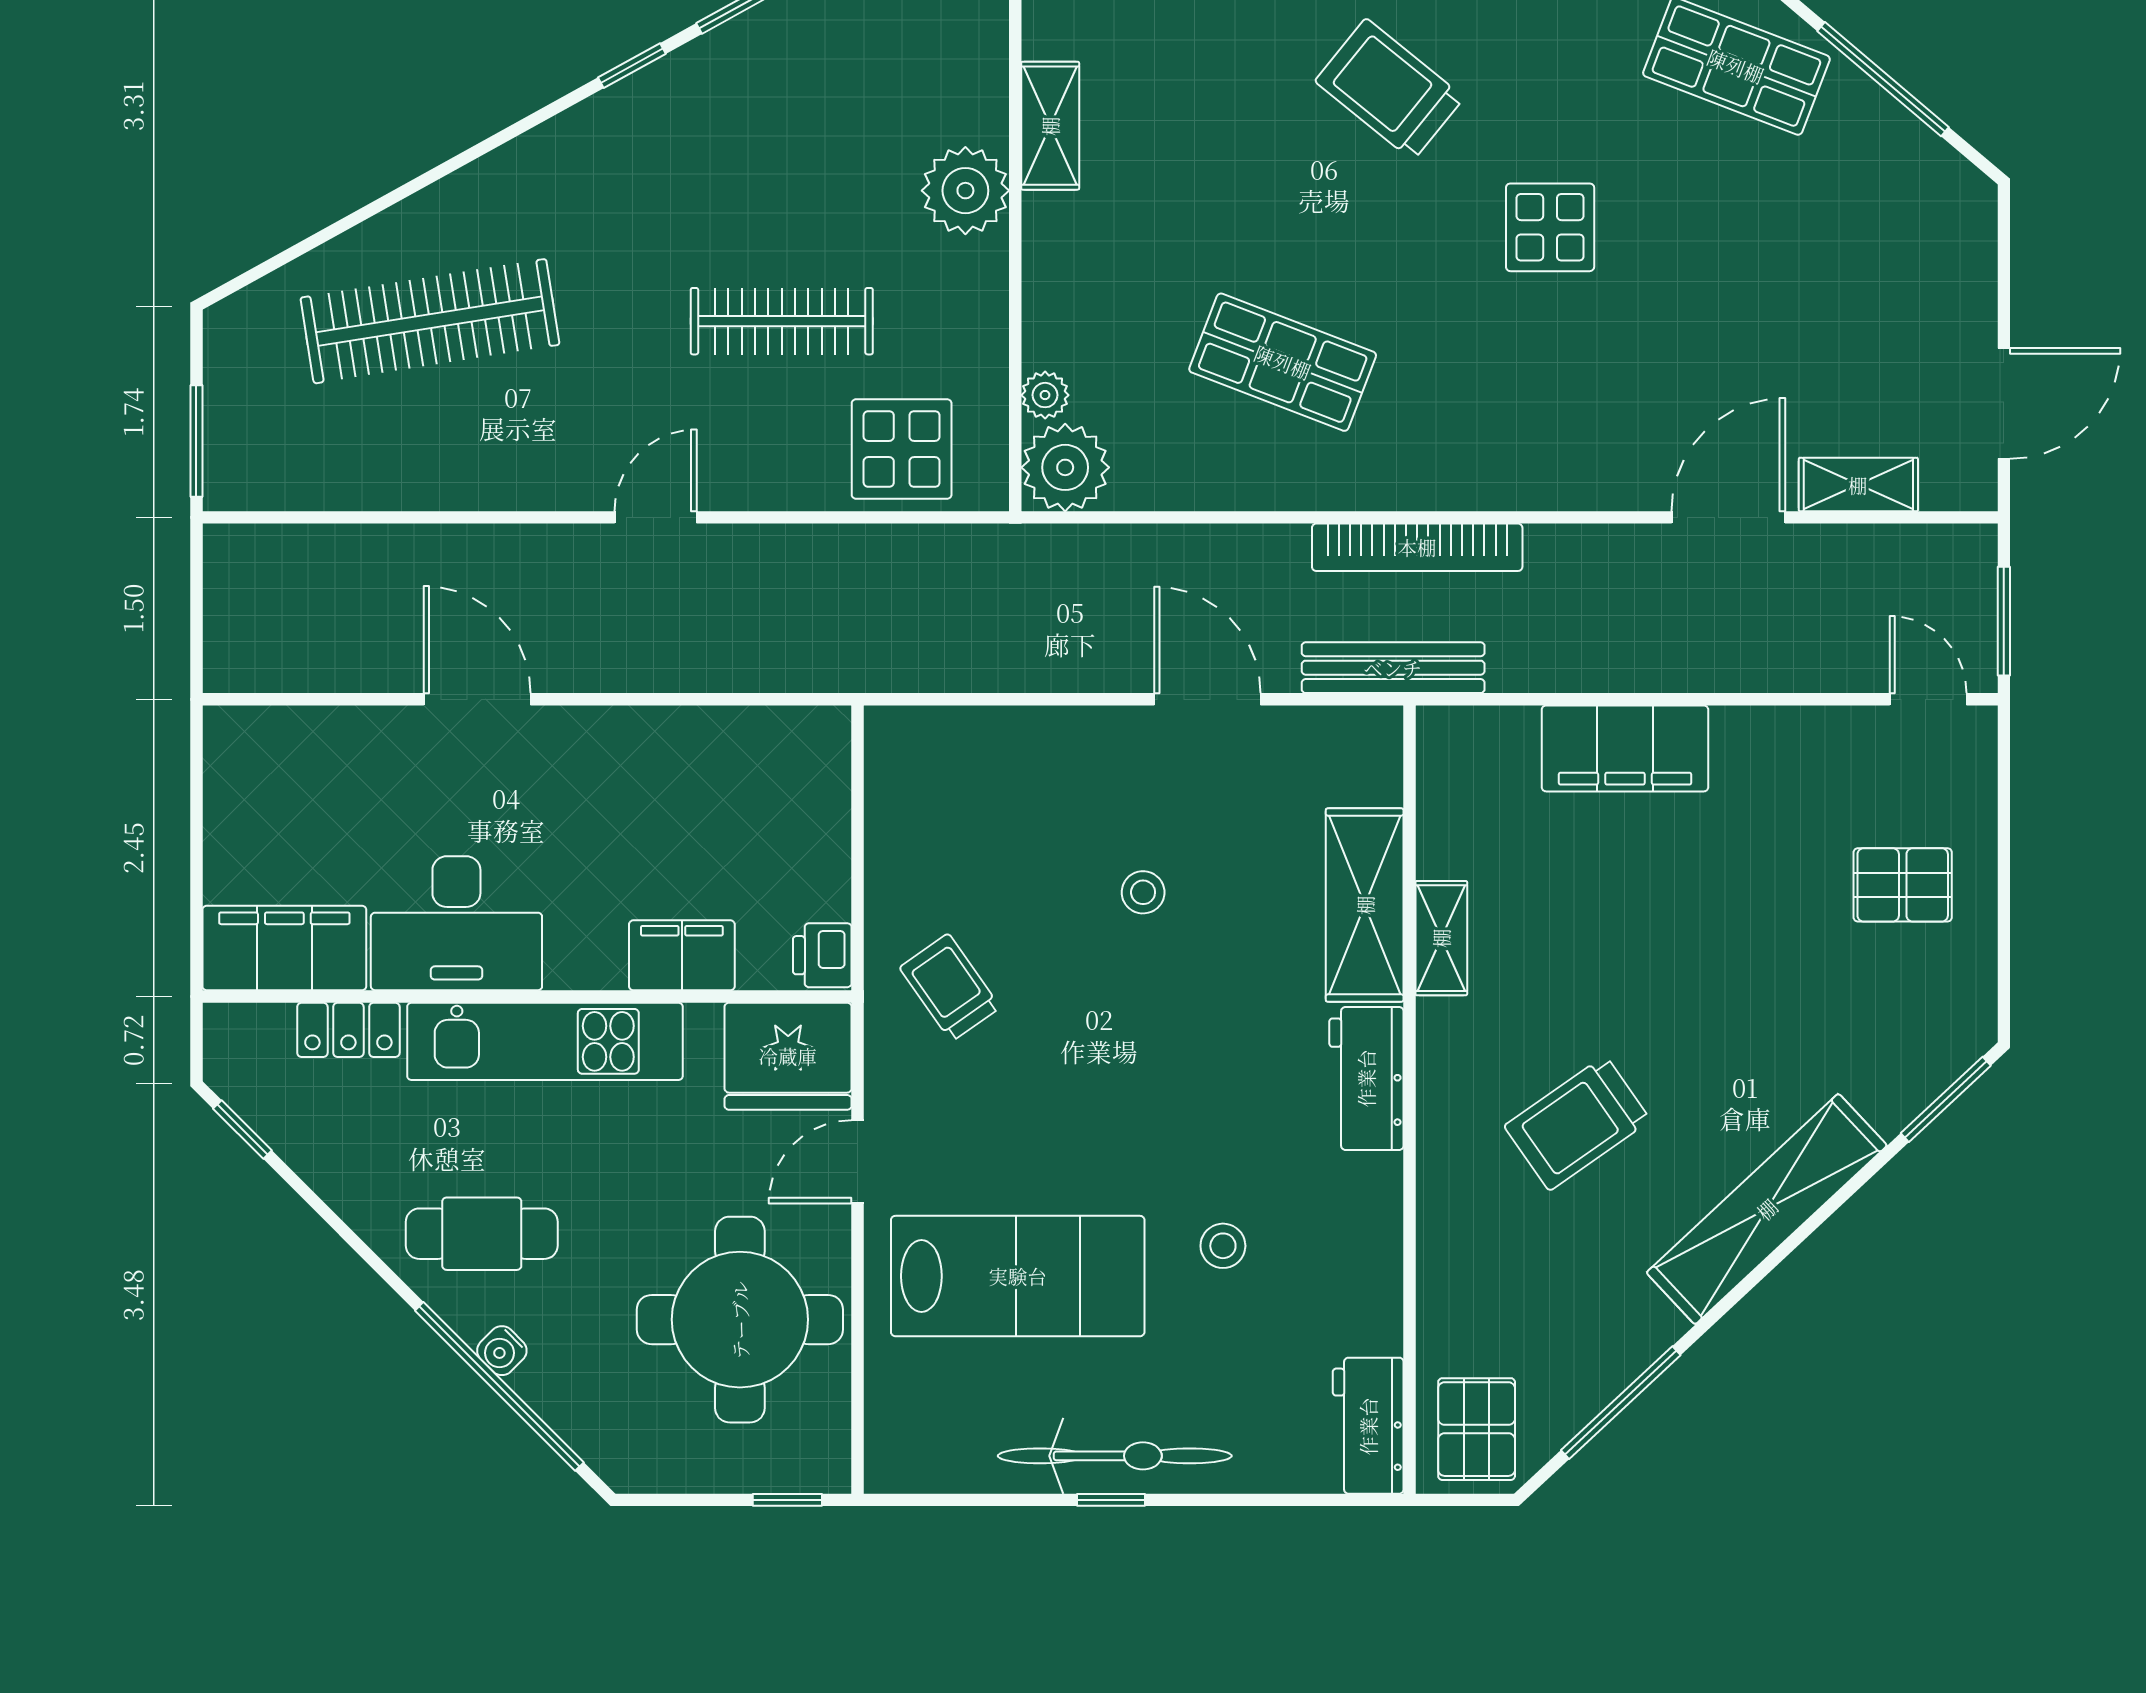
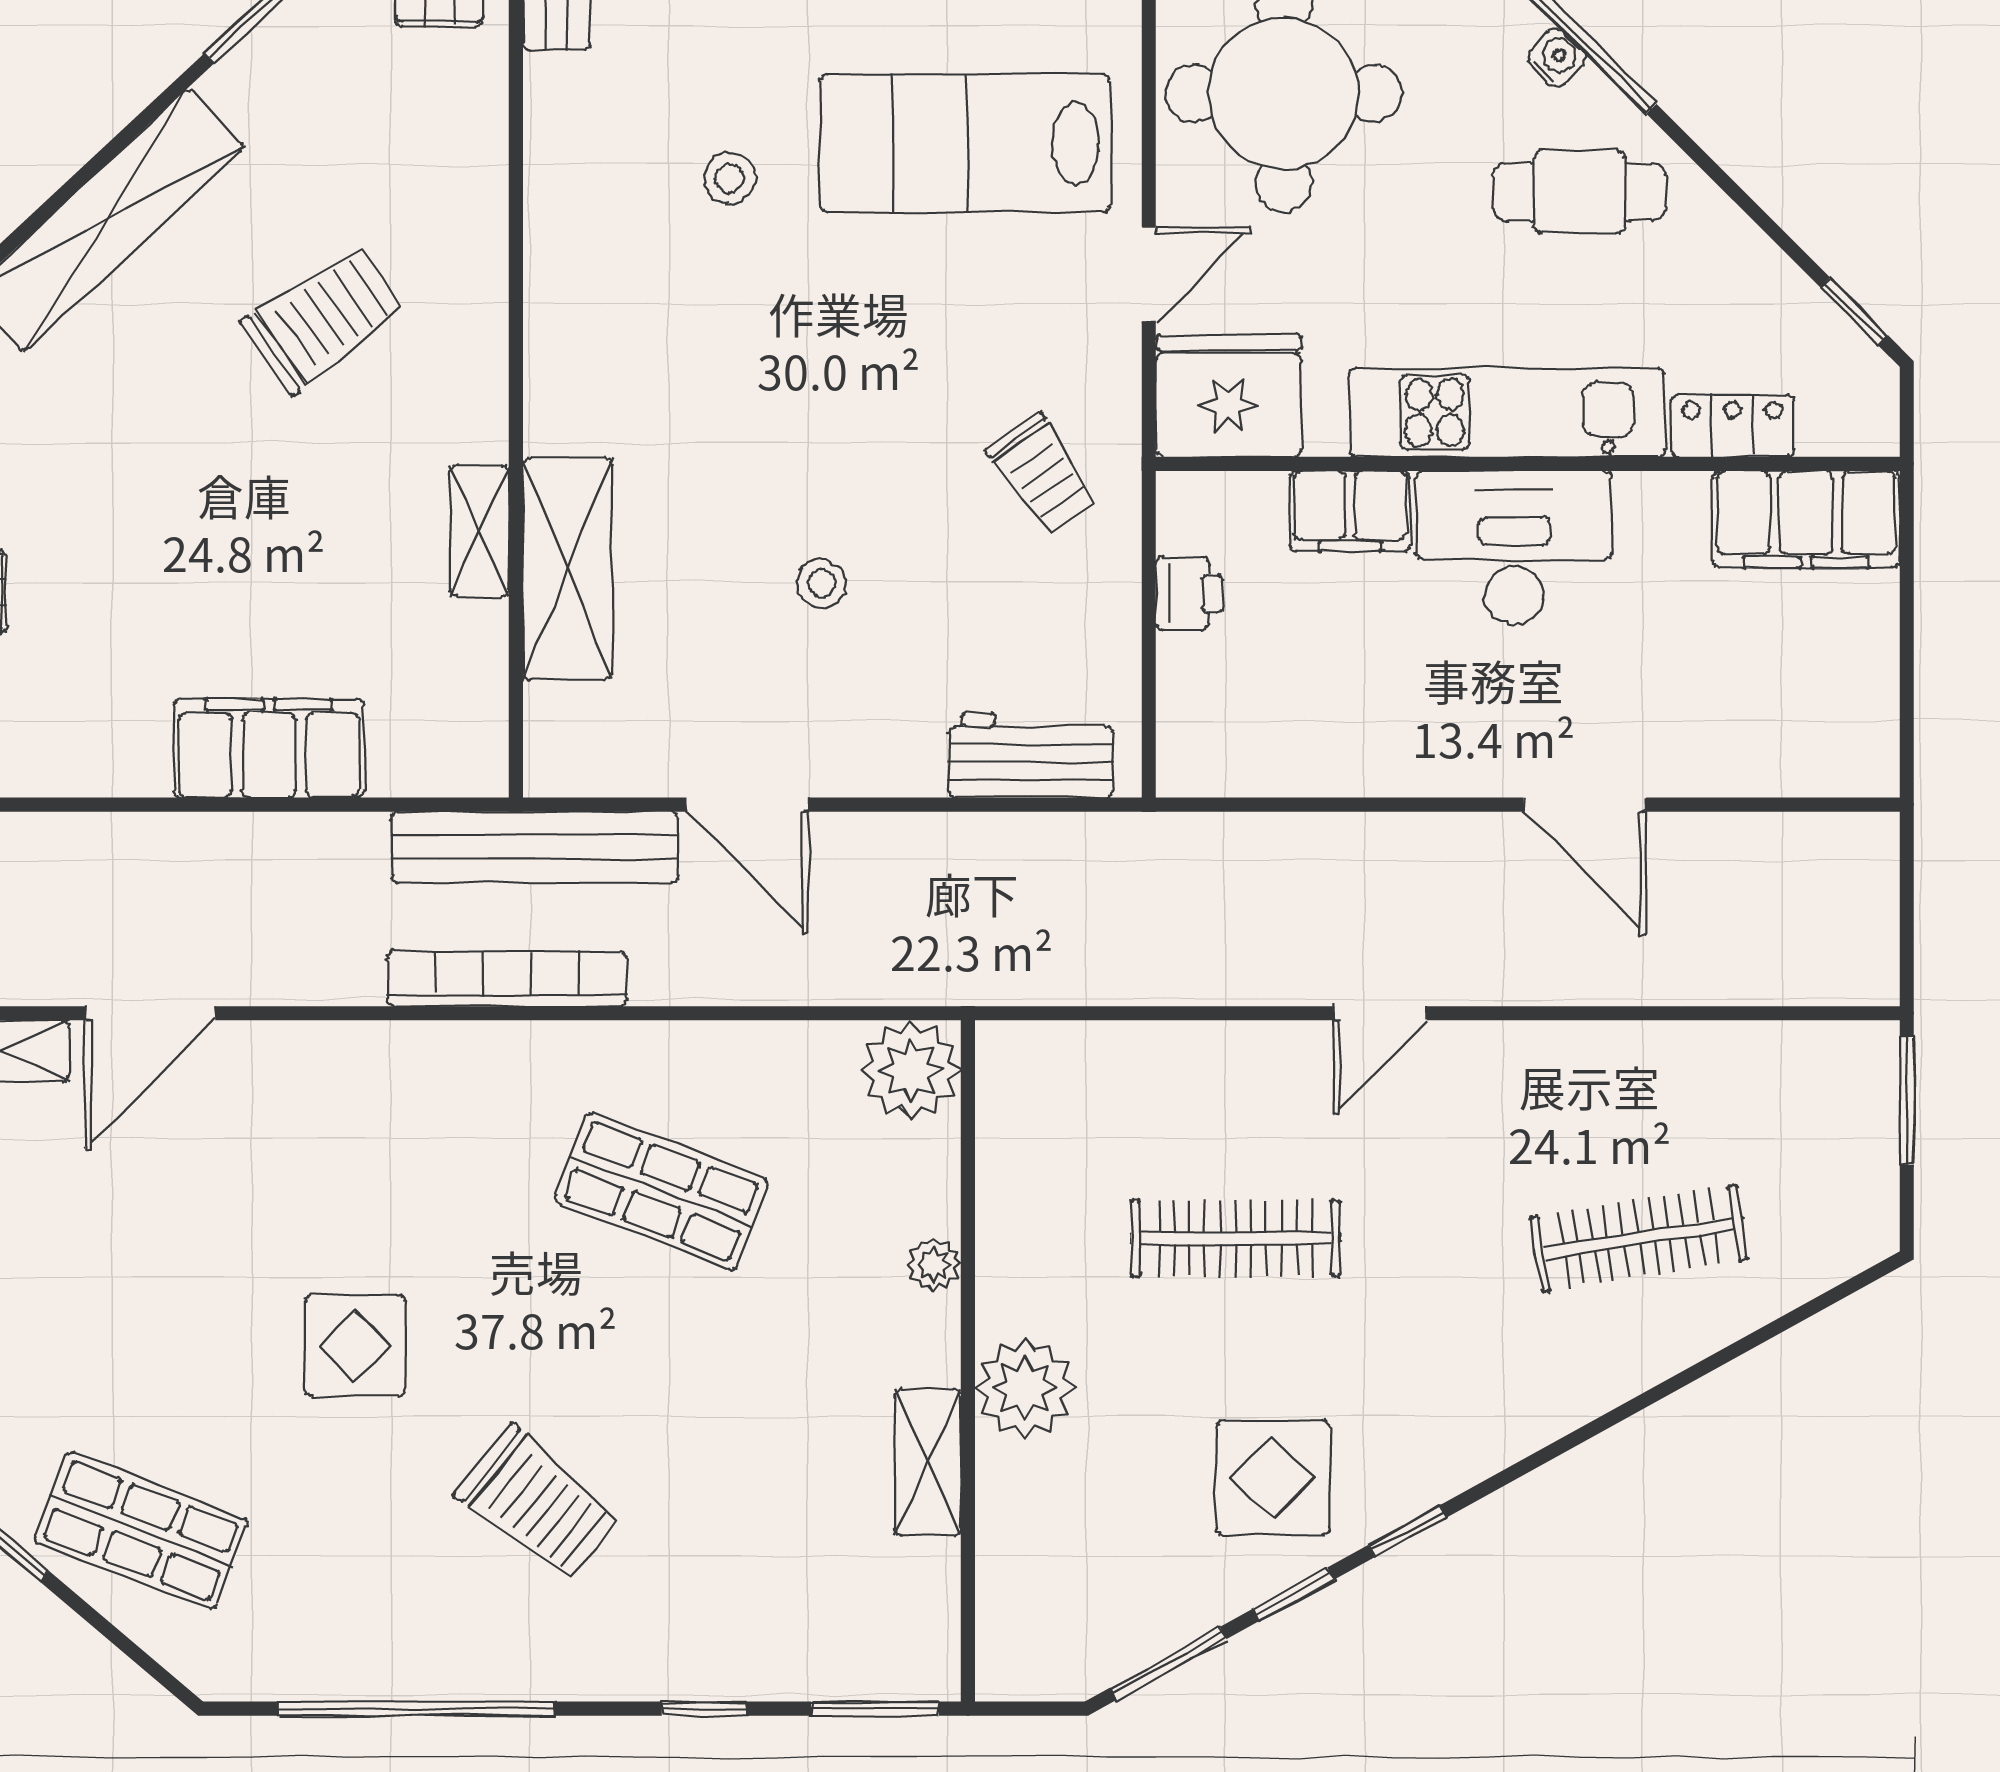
clothes rail: (430, 321) -> (1639, 1238), width x0.73, depth x0.76
plant: (1045, 395) -> (934, 1265), moved
display table: (902, 449) -> (1273, 1477), moved
bench: (1393, 668) -> (535, 847), width x1.37, depth x1.21
desk: (456, 923) -> (1514, 548), moved
printer: (822, 955) -> (1189, 594), moved
workbench: (1366, 1078) -> (1031, 755), moved, turned -90

